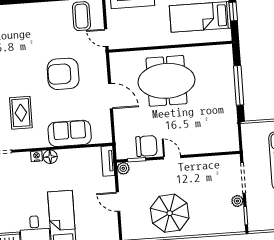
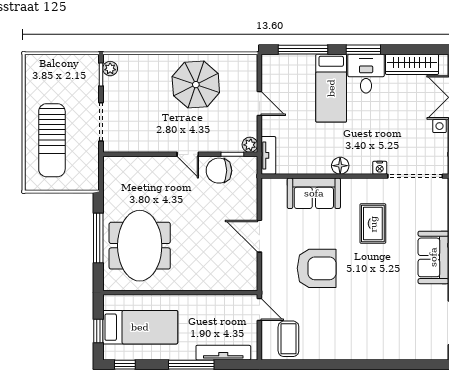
meeting table: (166, 81) -> (140, 246), moved, turned 90
nightstand: (37, 156) -> (380, 168), moved
plant: (237, 201) -> (110, 69), moved

